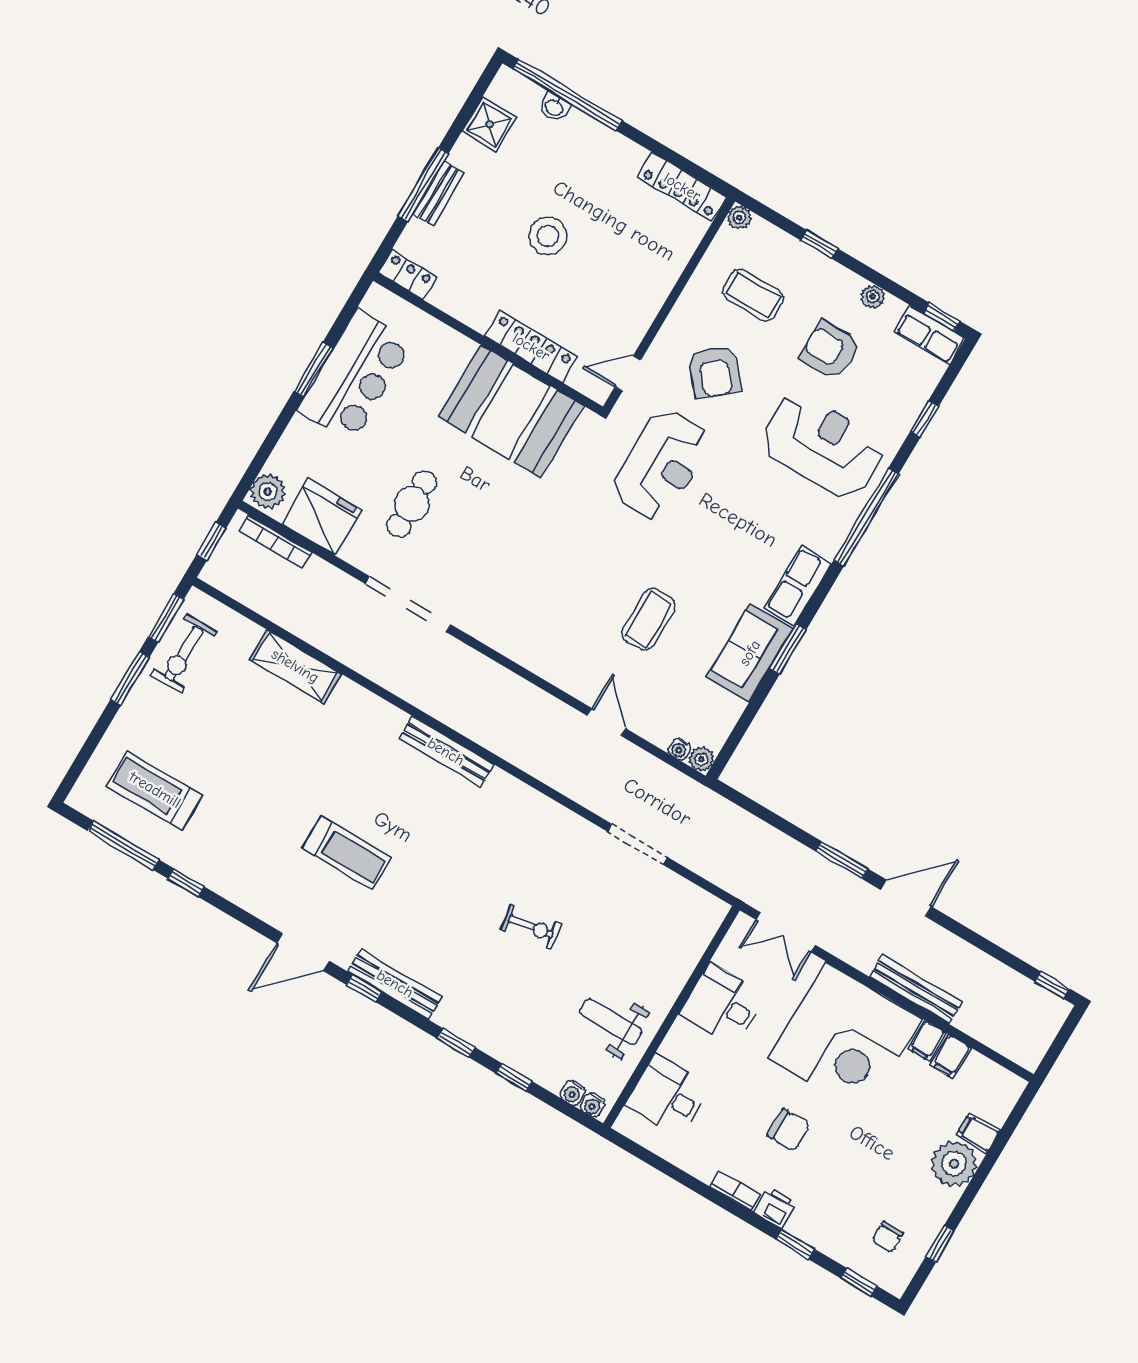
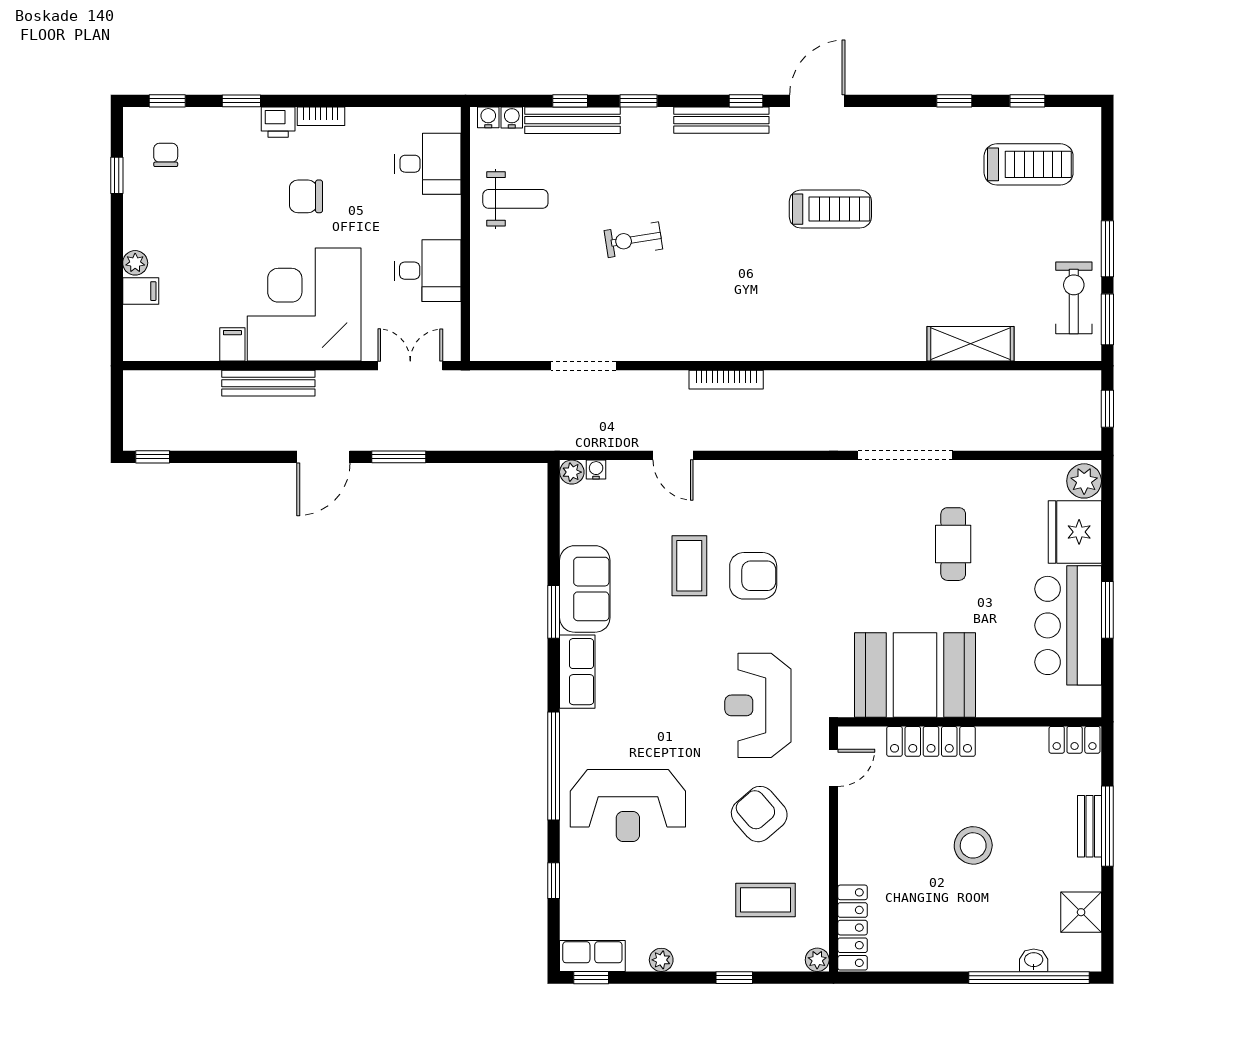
locker: (682, 187) -> (853, 928), moved, turned 90
armchair: (830, 350) -> (753, 576), moved
fridge: (321, 517) -> (1075, 532), moved, turned 90
bookcase: (276, 542) -> (726, 380), moved, turned 180
bench: (446, 752) -> (573, 120), moved
window: (123, 845) -> (1027, 101), width x0.46
treadmill: (347, 853) -> (830, 209), turned 180
filing cabinet: (951, 1056) -> (204, 343), removed
plant: (954, 1164) -> (135, 263), width x0.53, depth x0.53

